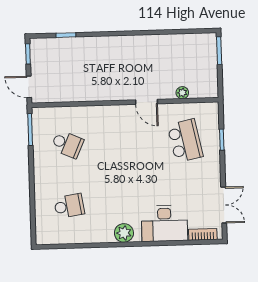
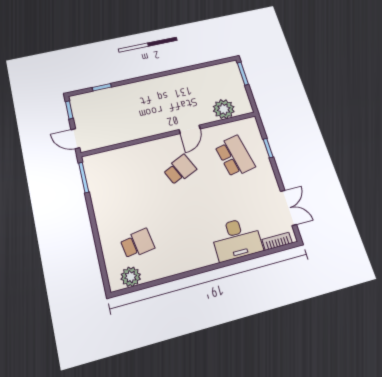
plant: (182, 93) -> (224, 109), width x1.88, depth x1.88
door: (146, 102) -> (190, 129), hinge flipped
school desk: (67, 144) -> (180, 170), moved, turned -48
plant: (124, 233) -> (131, 277), moved

